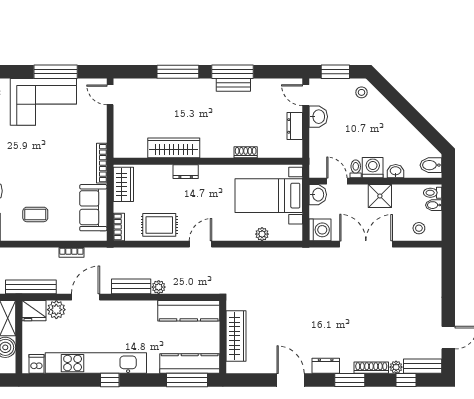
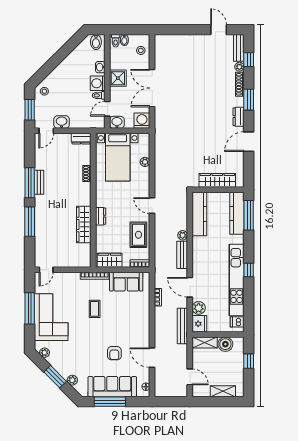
dresser: (295, 126) -> (81, 139), moved
coffee table: (35, 214) -> (95, 309), moved

